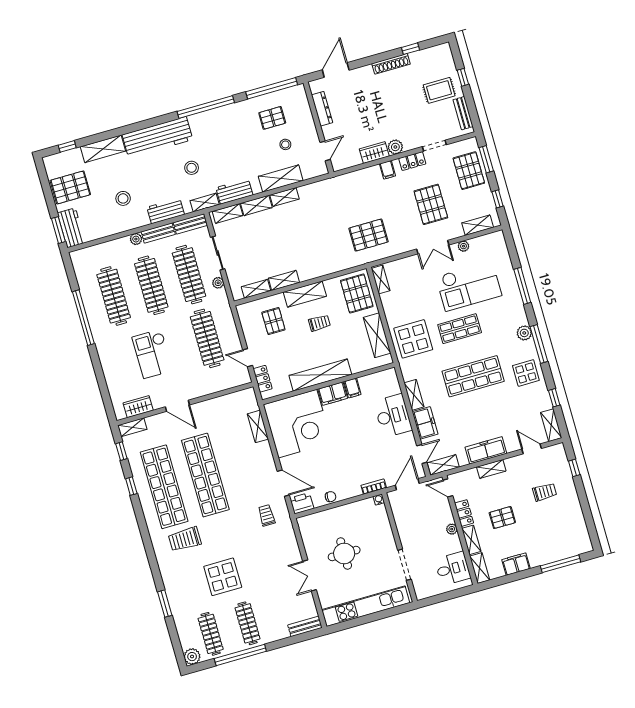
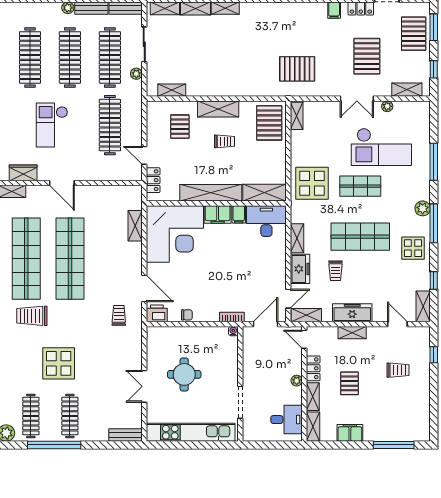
shelving: (284, 280) -> (202, 90), removed
shelving: (377, 335) -> (264, 193), moved, turned 90
trolley: (459, 415) -> (335, 271), added
desk: (393, 416) -> (266, 221), moved, turned -90
pallet: (502, 518) -> (349, 383), turned 90

